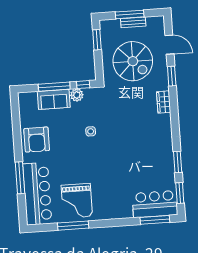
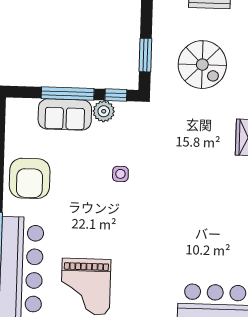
window: (97, 40) -> (145, 55), moved
spiral stairs: (133, 61) -> (202, 65), width x0.73, depth x0.73

